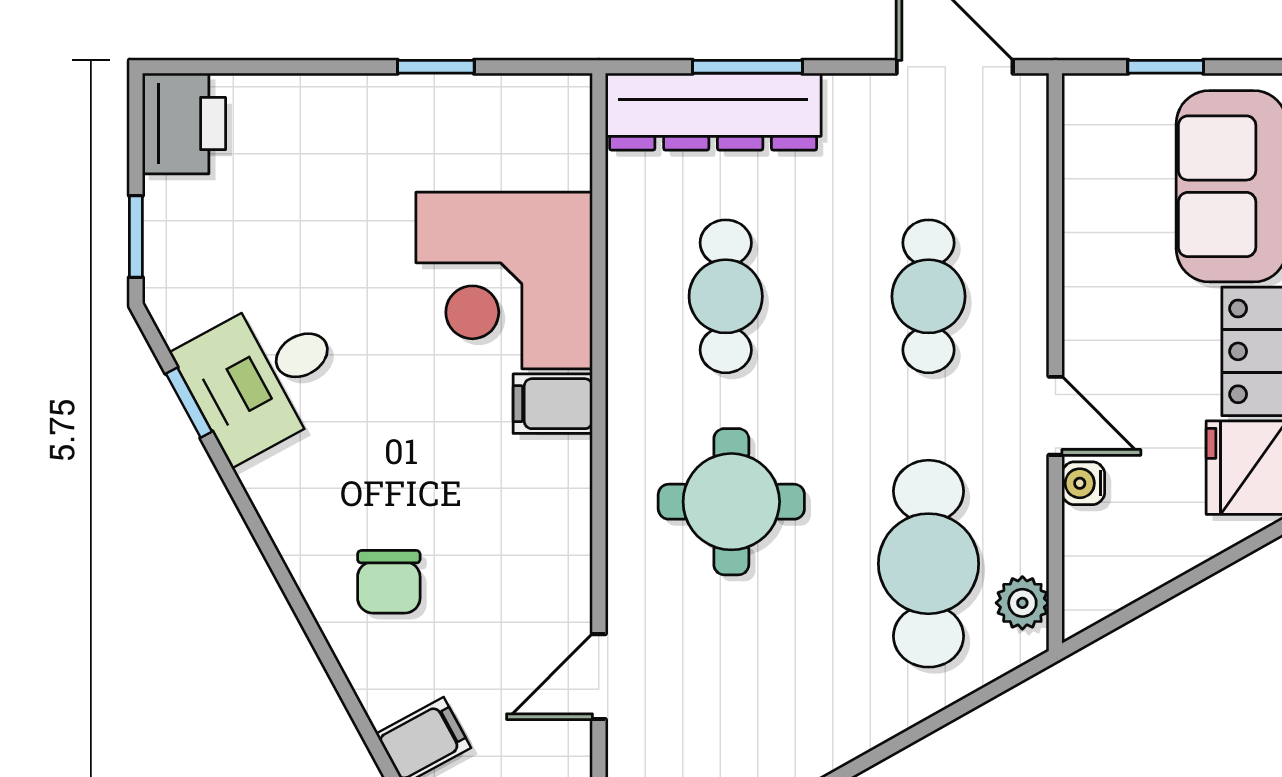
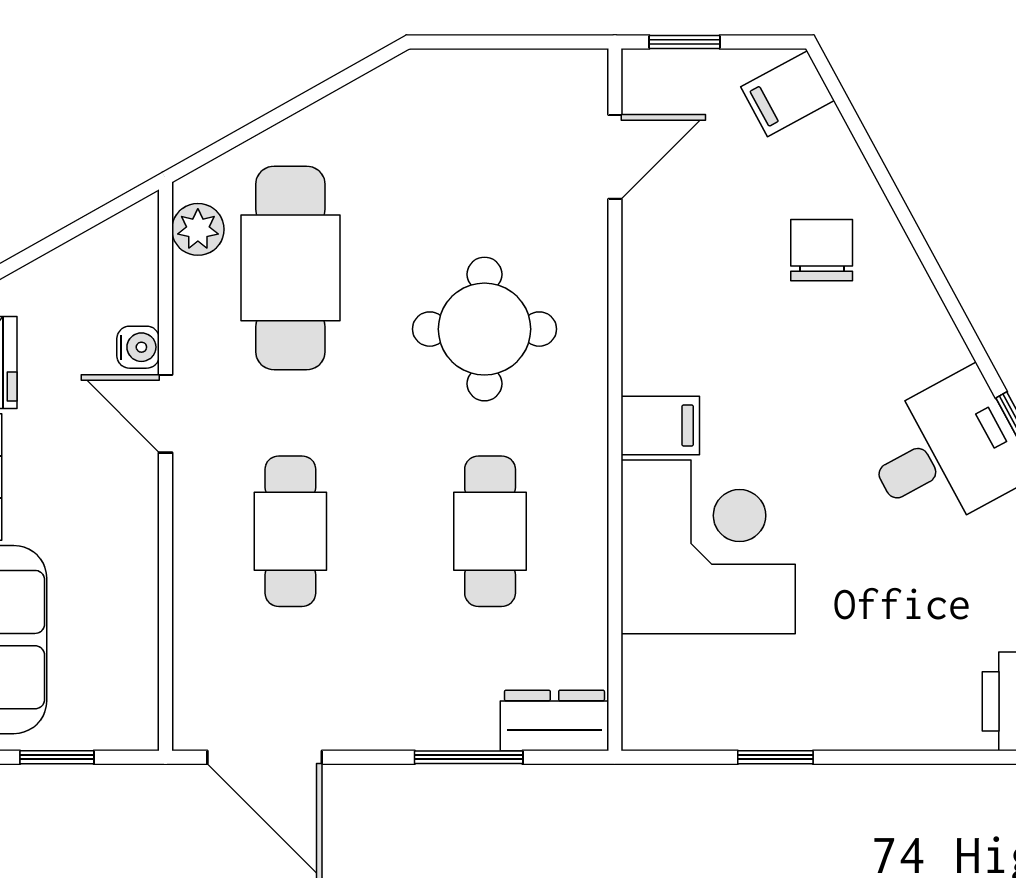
dresser: (713, 112) -> (554, 720), width x0.51, depth x0.80

